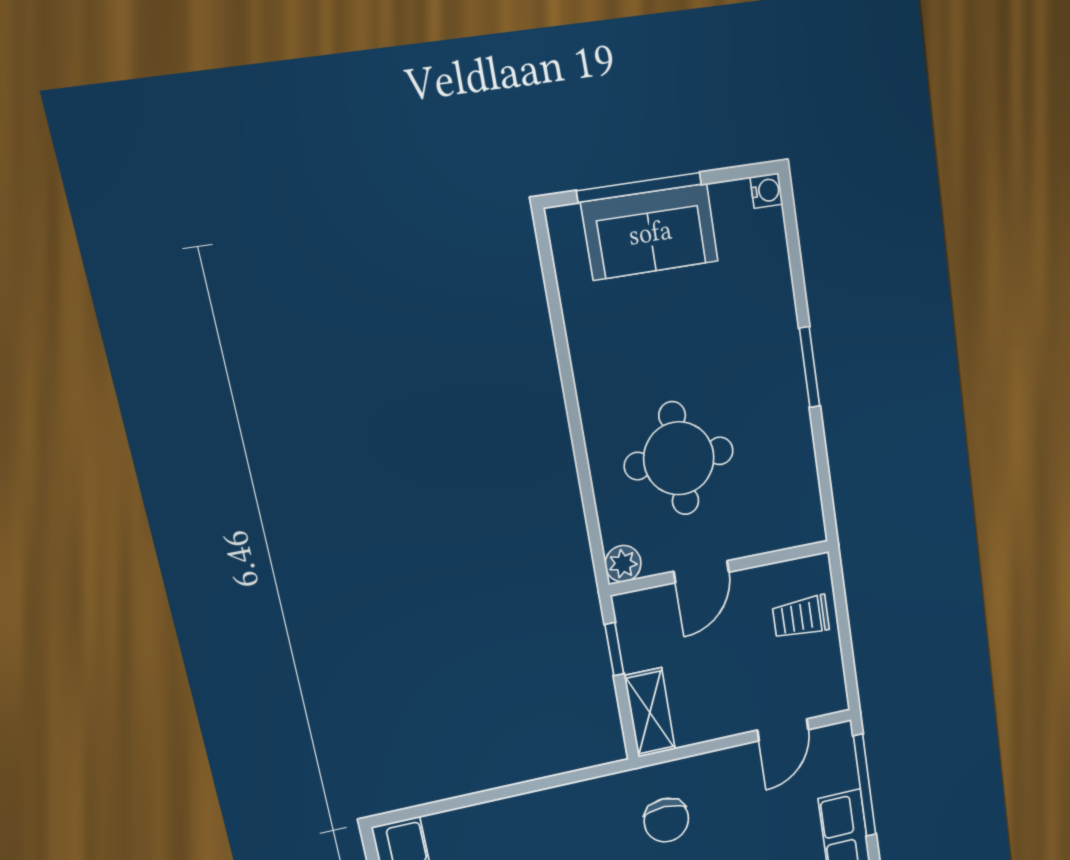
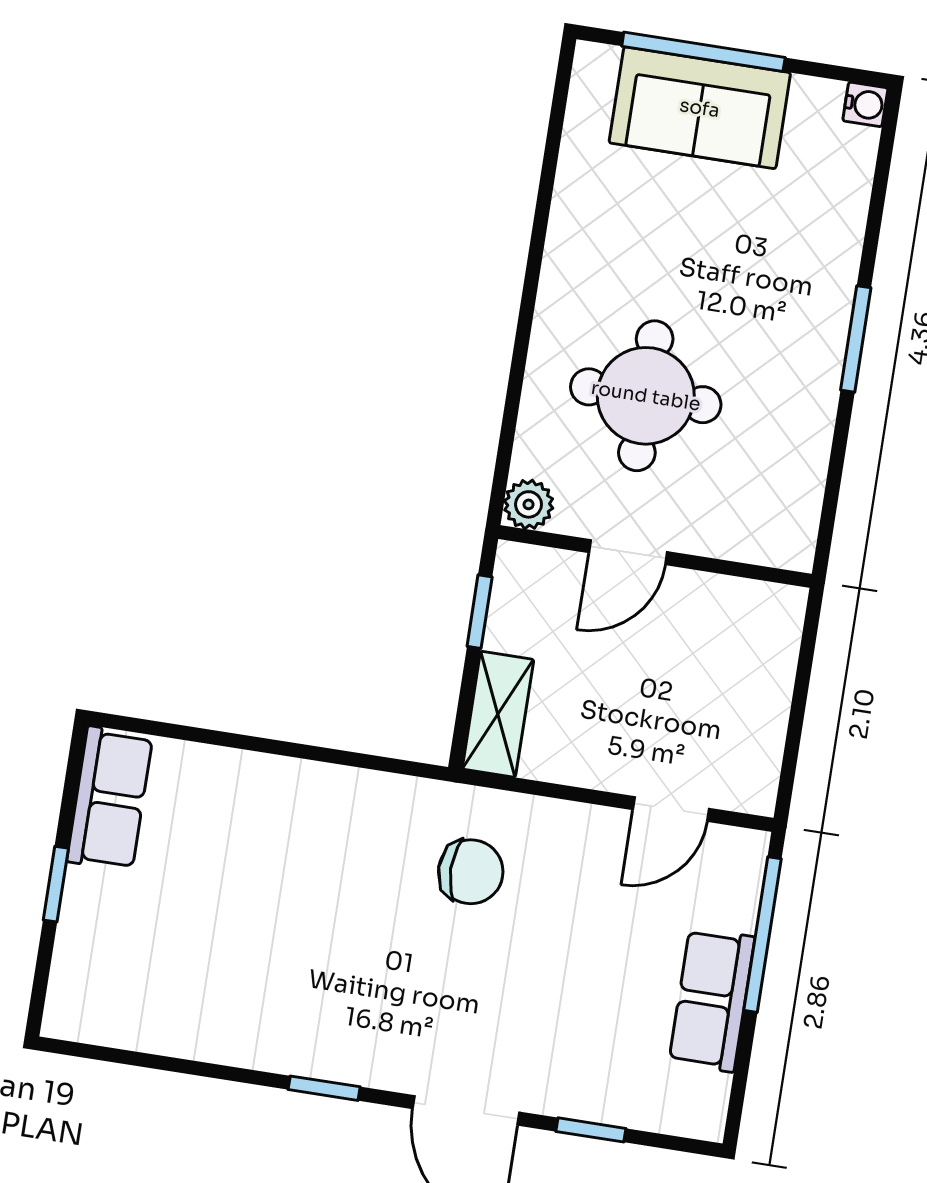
trolley: (801, 617) -> (744, 662), removed
chair: (666, 820) -> (471, 872), turned -90

